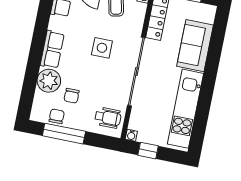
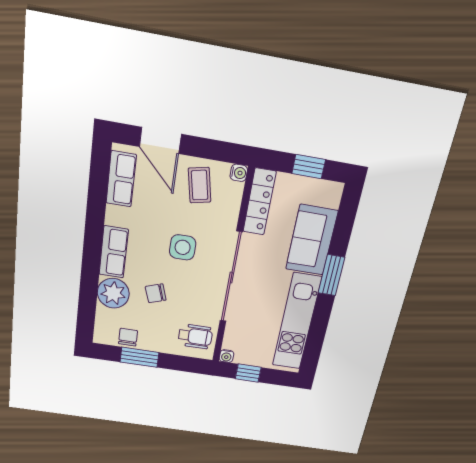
window: (210, 73) -> (331, 275), added
chair: (72, 96) -> (156, 293), moved, turned 71
window: (64, 134) -> (139, 357), width x0.69

